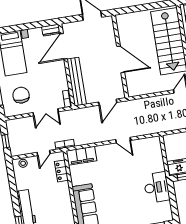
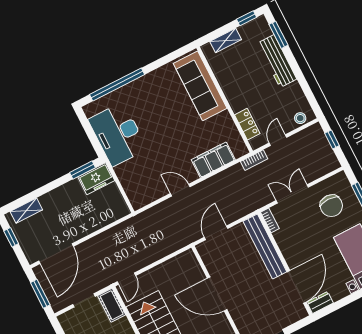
filing cabinet: (81, 156) -> (213, 160), moved
desk: (156, 187) -> (118, 134), width x1.36, depth x1.30

